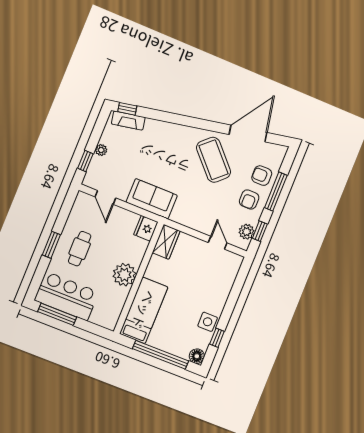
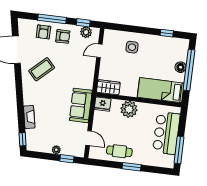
fireplace: (128, 121) -> (29, 117), moved
coffee table: (214, 160) -> (42, 69), width x0.73, depth x0.76
door: (105, 197) -> (89, 138), hinge flipped
cafe table: (80, 249) -> (119, 151), moved
plant: (124, 275) -> (129, 109), moved
bar counter: (67, 296) -> (166, 133), moved
side table: (208, 322) -> (132, 47), moved
floor lamp: (197, 356) -> (181, 67), moved

